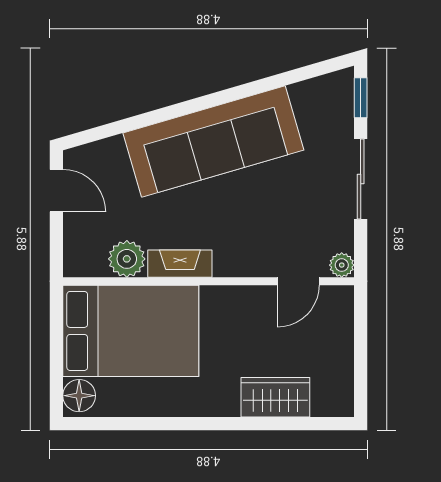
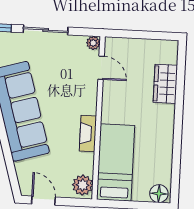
door: (56, 191) -> (43, 201), hinge flipped
plant: (127, 259) -> (83, 185), moved
bed: (131, 331) -> (116, 162), width x0.67

